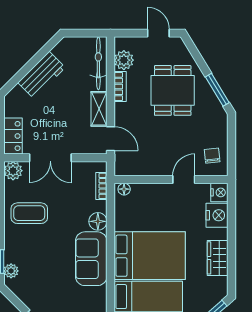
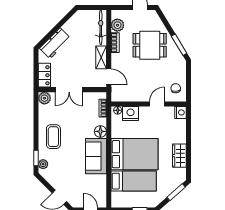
workbench: (42, 75) -> (55, 43), moved
dining table: (173, 90) -> (150, 45), turned 90
coffee table: (29, 213) -> (53, 137), moved, turned 90
nightstand: (217, 215) -> (131, 113), moved, turned -90

